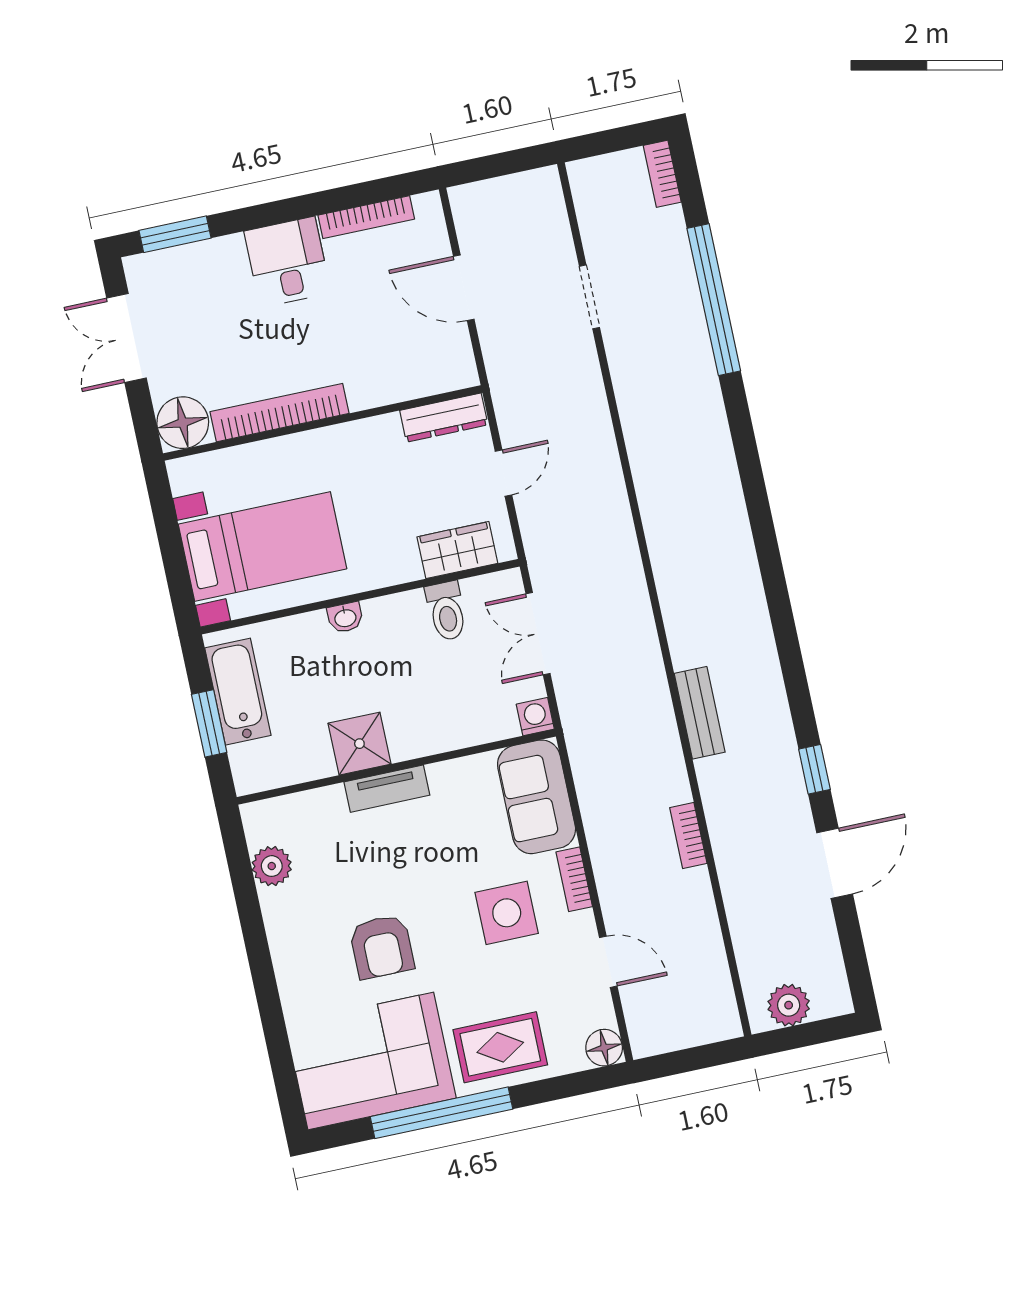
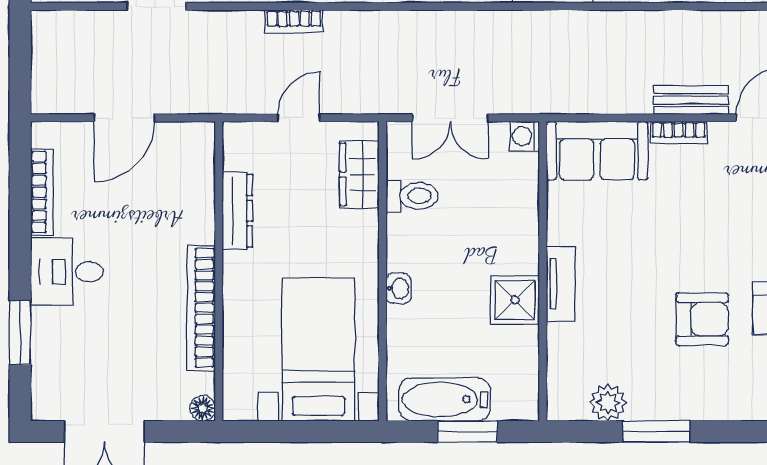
window: (175, 234) -> (20, 333), moved
dresser: (444, 418) -> (237, 211), moved
floor lamp: (183, 423) -> (203, 408), width x0.53, depth x0.53
door: (504, 473) -> (299, 118), hinge flipped
bookcase: (688, 836) -> (294, 21), moved
bench: (612, 885) -> (691, 100), added
side table: (507, 913) -> (696, 200), removed
window: (252, 924) -> (657, 431), added

